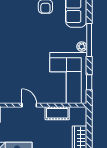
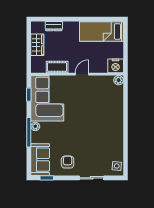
door: (29, 105) -> (82, 74), swing flipped

